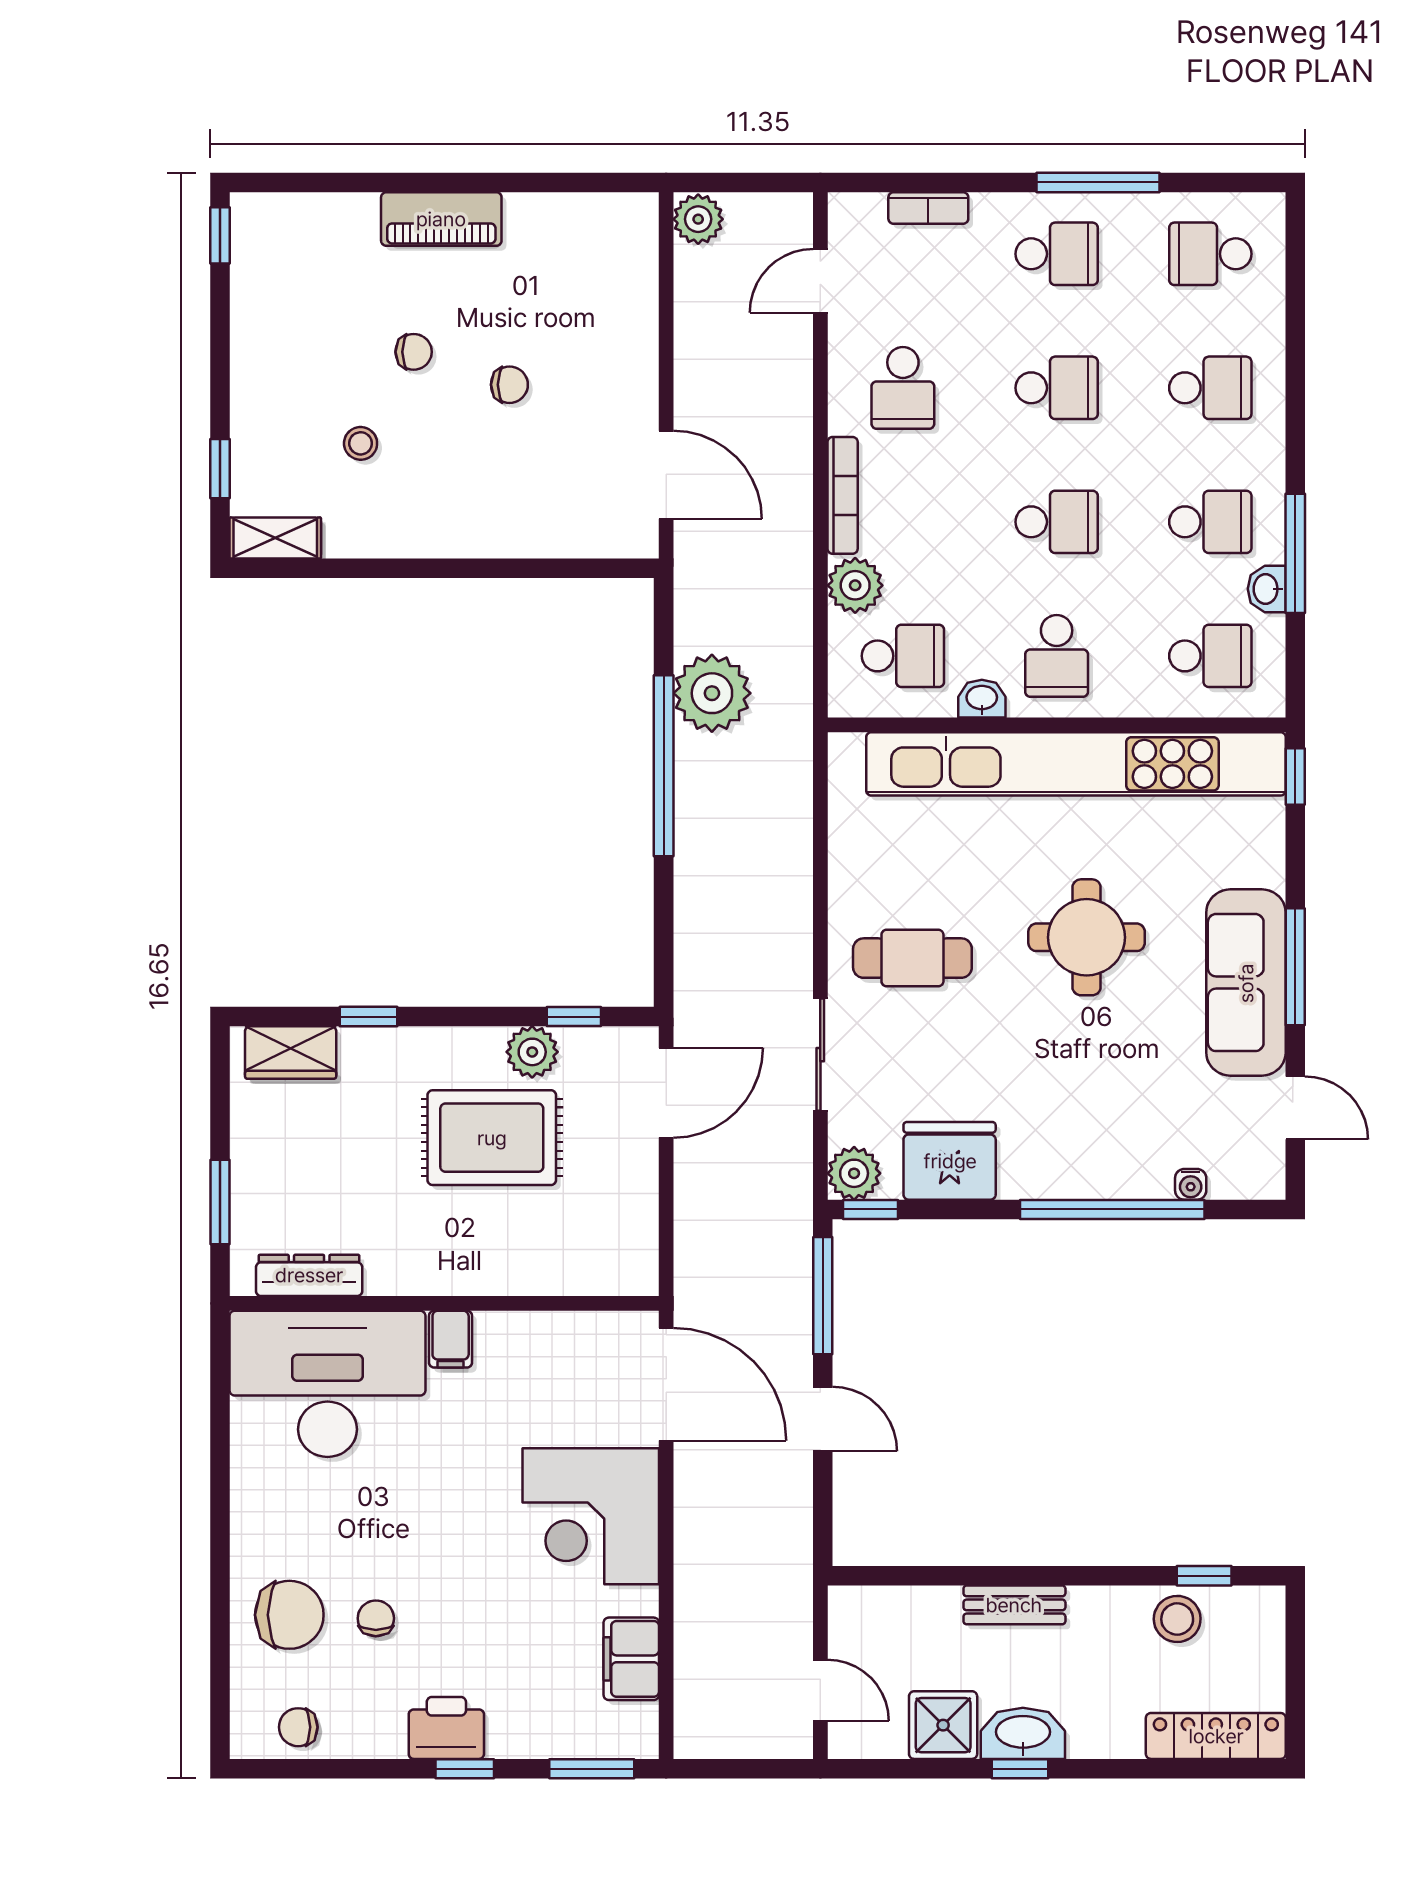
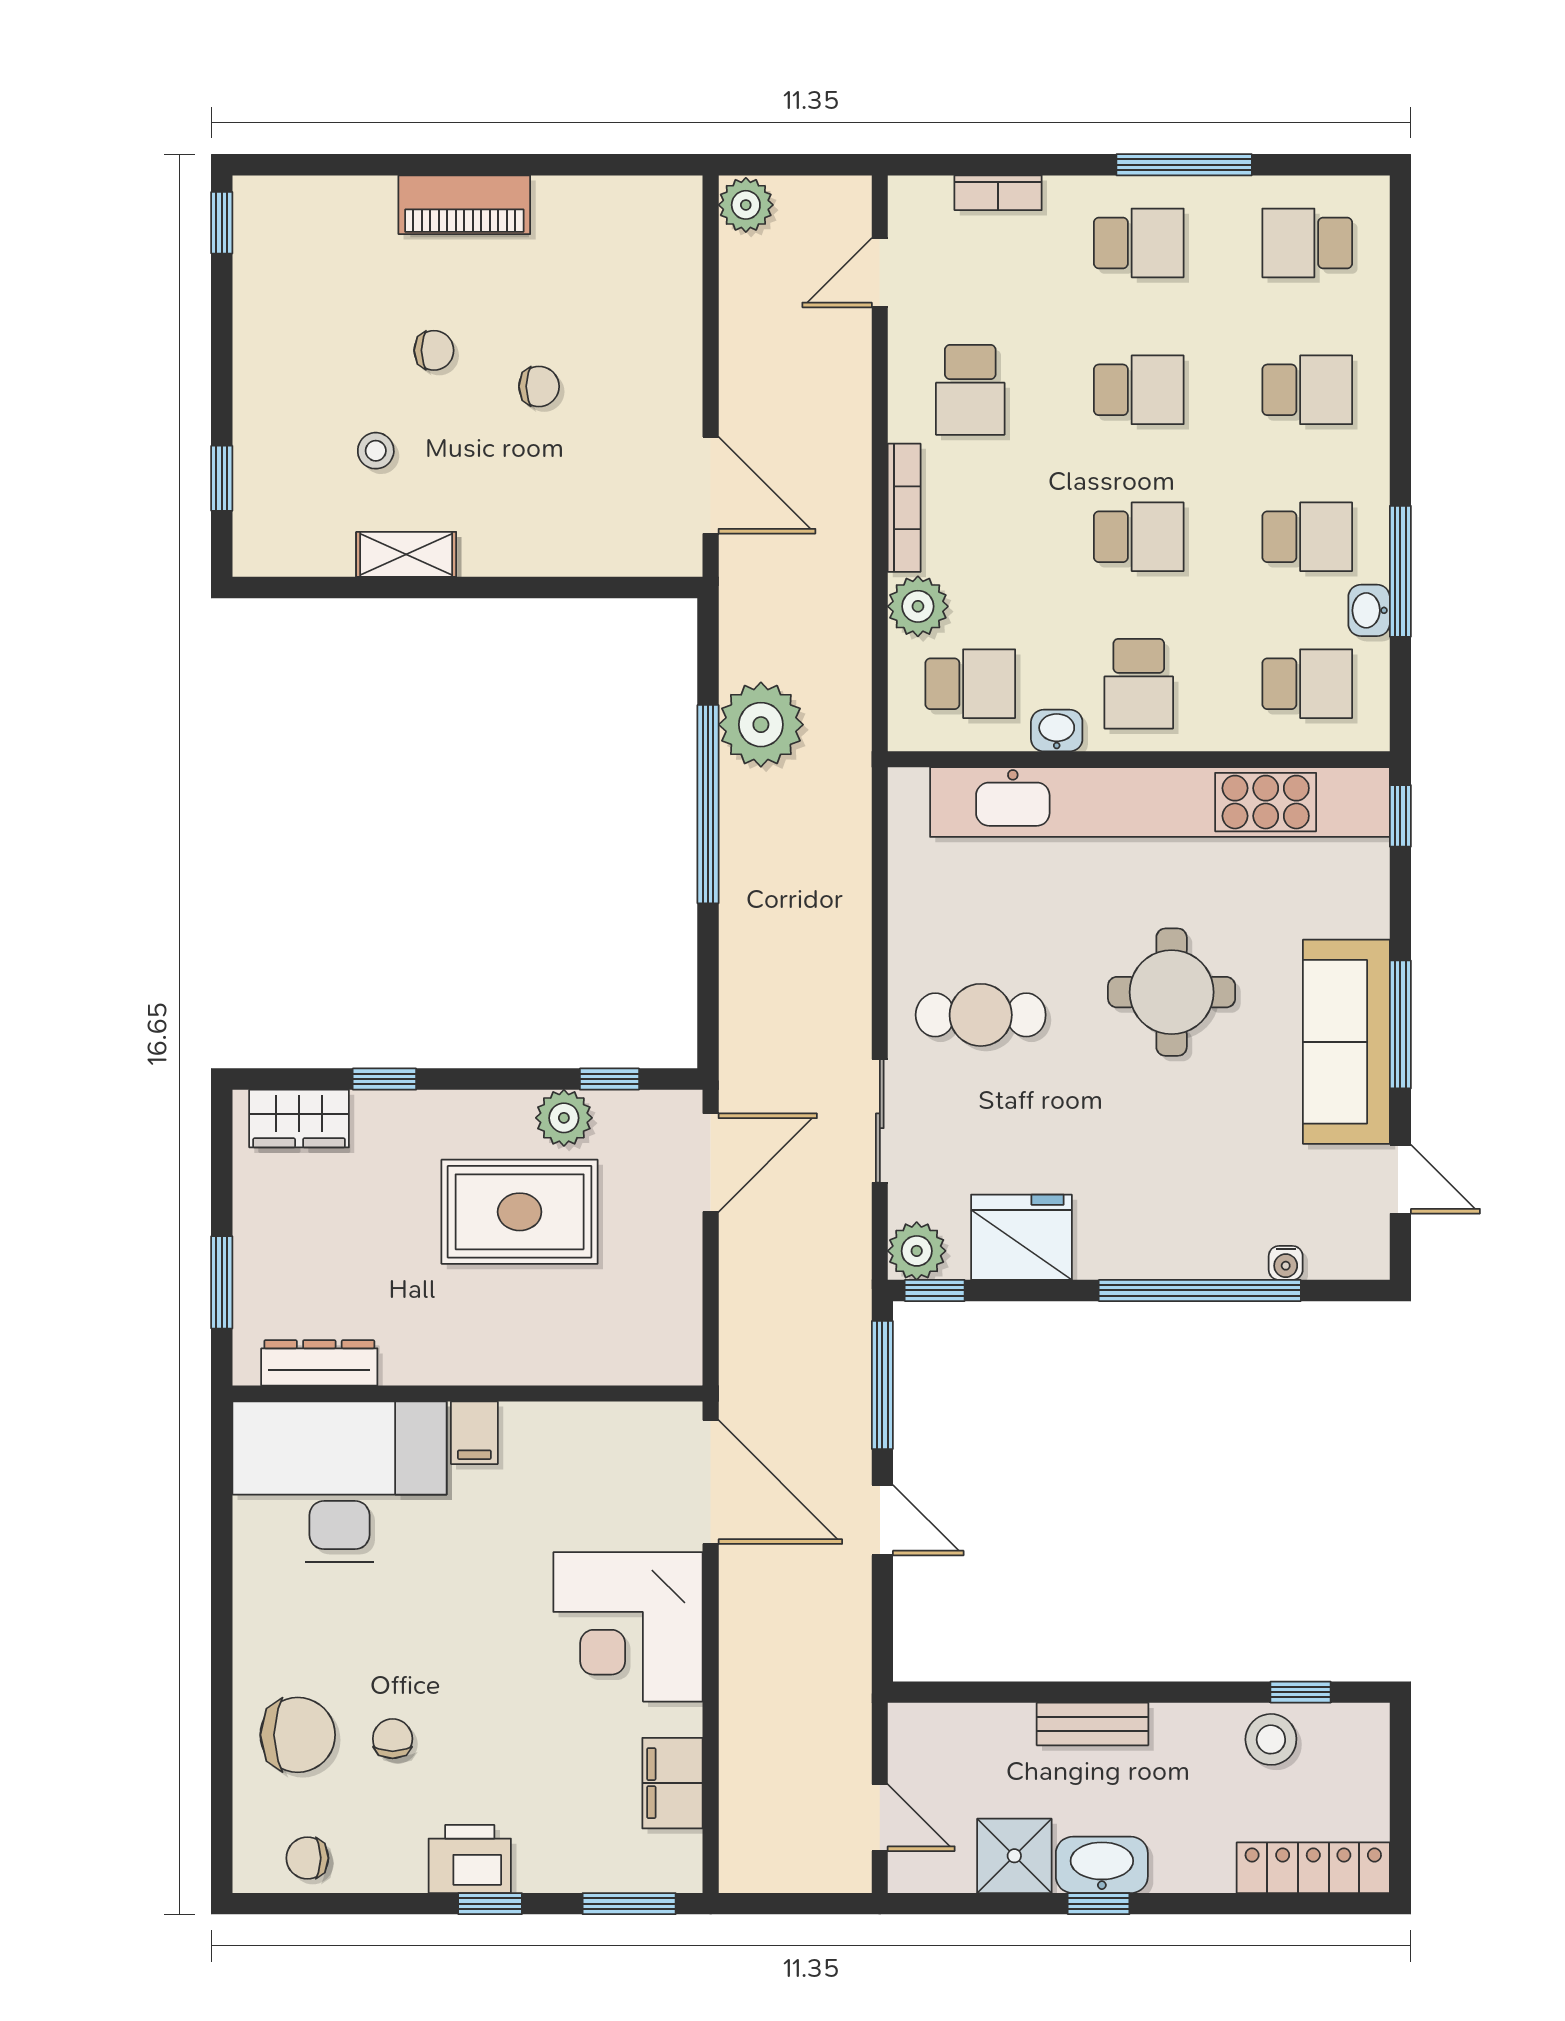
shelving: (275, 538) -> (406, 554), moved

